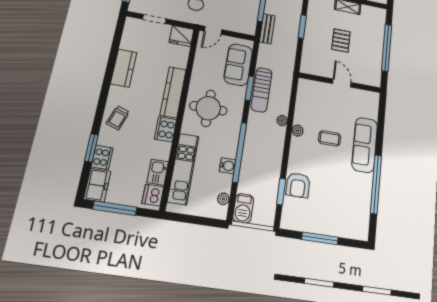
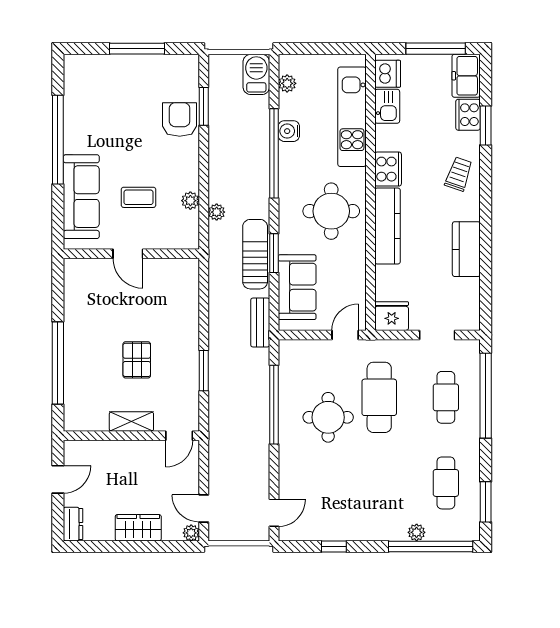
bench: (267, 29) -> (260, 323), moved
wall: (340, 83) -> (131, 254), moved
door: (342, 83) -> (128, 254), moved

